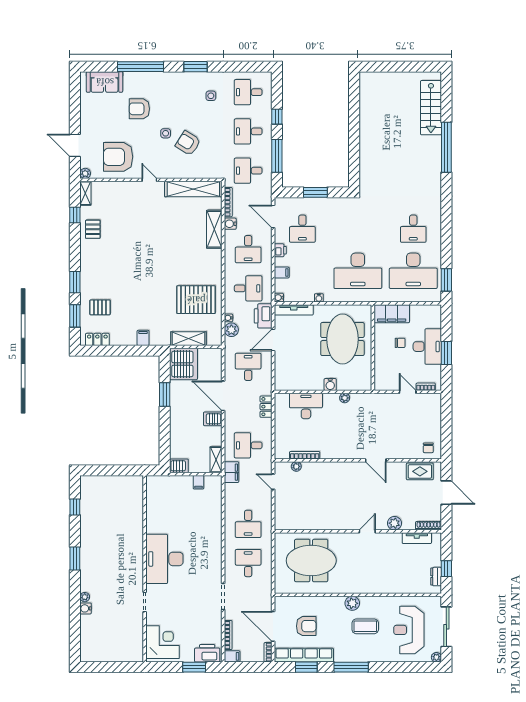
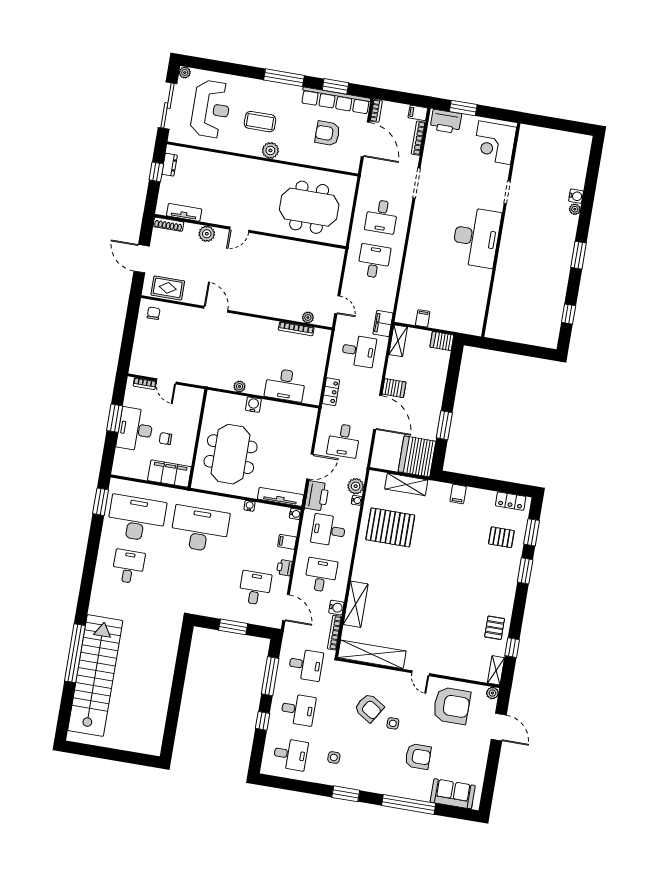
stairs: (431, 108) -> (95, 676), width x1.86, depth x1.51

